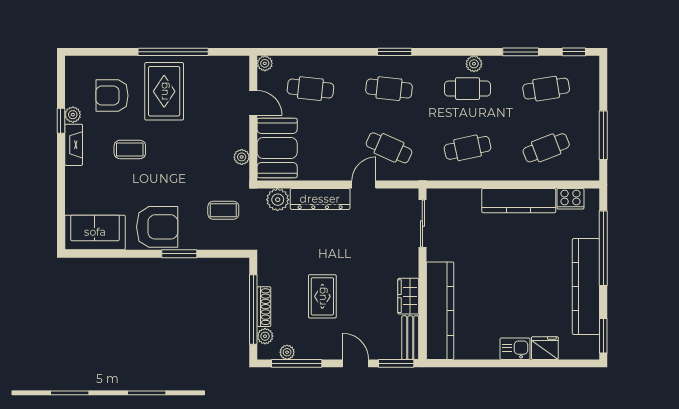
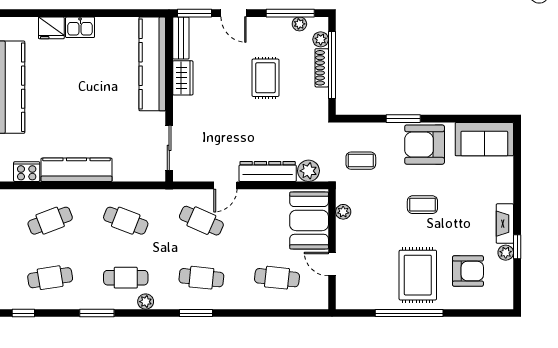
window: (521, 52) -> (97, 313), moved
plant: (265, 63) -> (321, 302), removed
plant: (474, 64) -> (146, 302), moved
cafe table: (468, 148) -> (126, 221), turned 33
coffee table: (130, 149) -> (422, 205), moved

